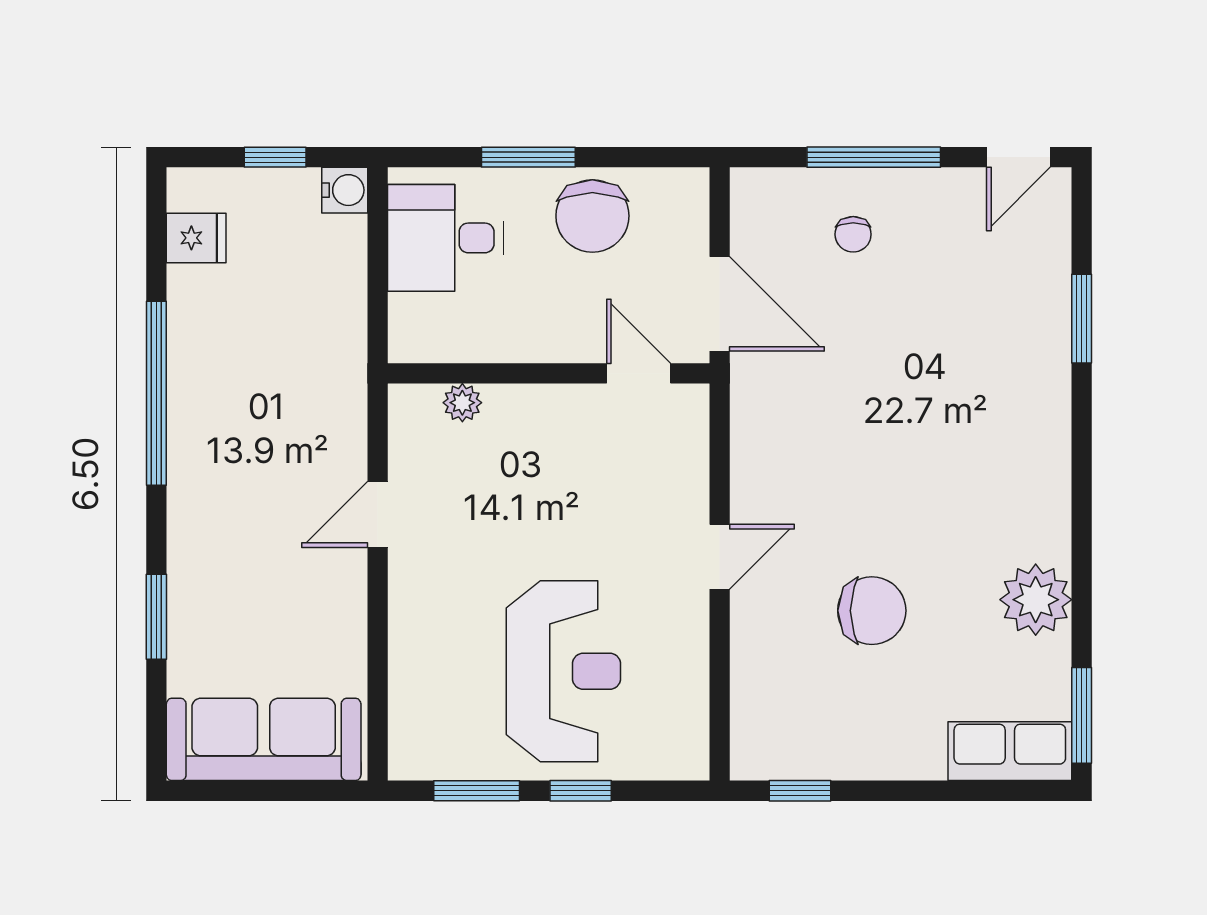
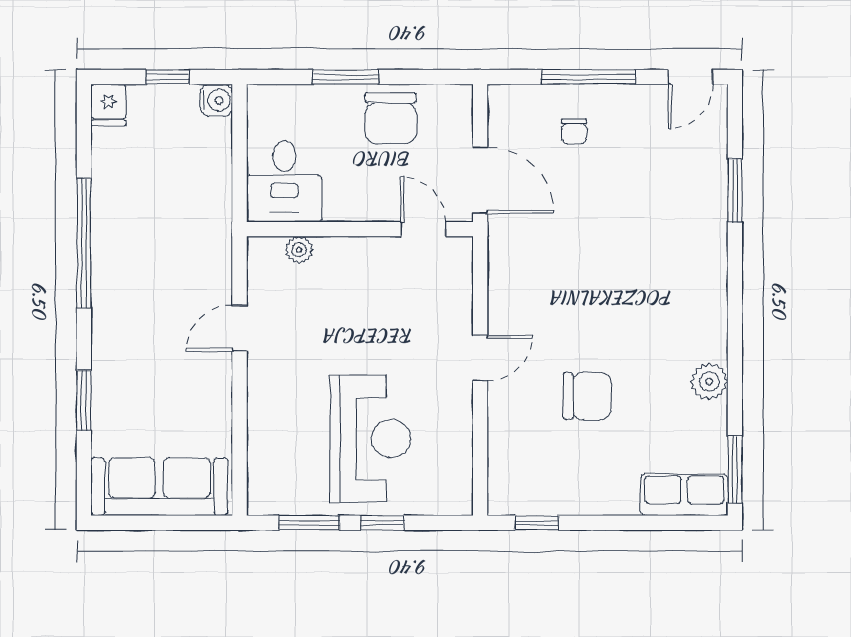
fridge: (196, 238) -> (108, 105), moved, turned 90
desk: (445, 238) -> (284, 181), moved, turned -90
plant: (1036, 600) -> (709, 382), width x0.73, depth x0.73

